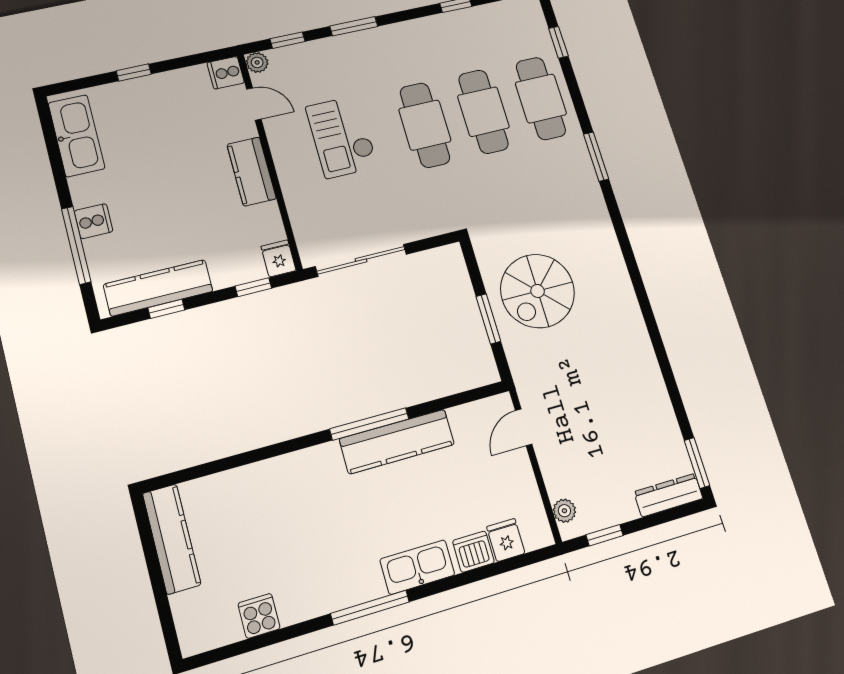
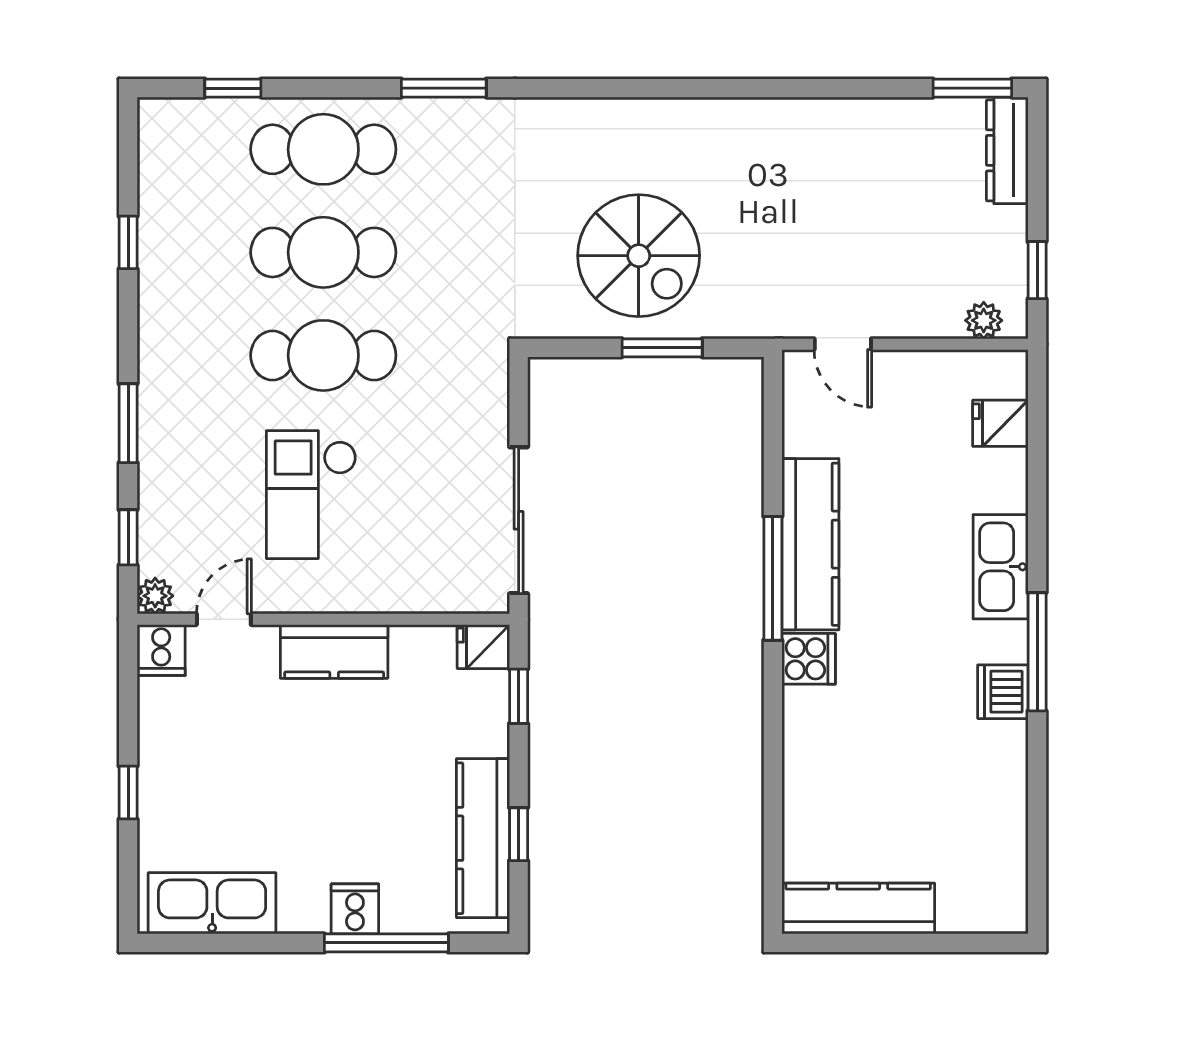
checkout: (342, 137) -> (311, 495), turned 90
dishwasher: (473, 552) -> (1003, 692), moved
cooker: (259, 616) -> (809, 659), moved, turned 180

